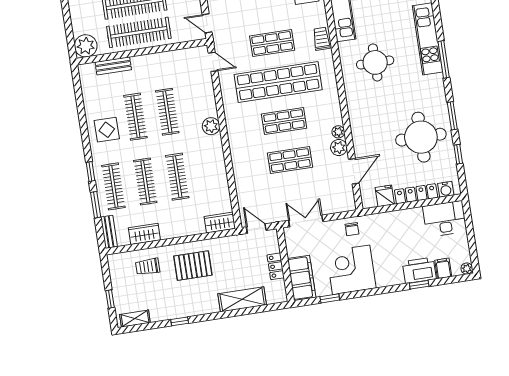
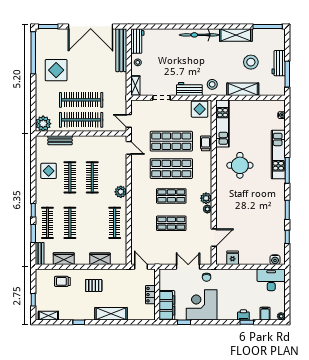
shop shelf: (272, 43) -> (171, 141), width x1.43, depth x1.36
shop shelf: (278, 82) -> (171, 169), width x0.71
display table: (107, 130) -> (49, 171), moved
round table: (421, 137) -> (264, 221), removed
plant: (339, 148) -> (206, 198), moved
clothes rail: (177, 177) -> (115, 223), moved
locker: (416, 194) -> (254, 260), removed
double door: (306, 221) -> (188, 267), moved
wardrobe: (220, 223) -> (100, 259), moved
pallet: (193, 266) -> (94, 285), width x0.67, depth x0.71
printer: (419, 270) -> (243, 315), width x0.53, depth x0.68
shelving: (242, 299) -> (111, 314), moved

